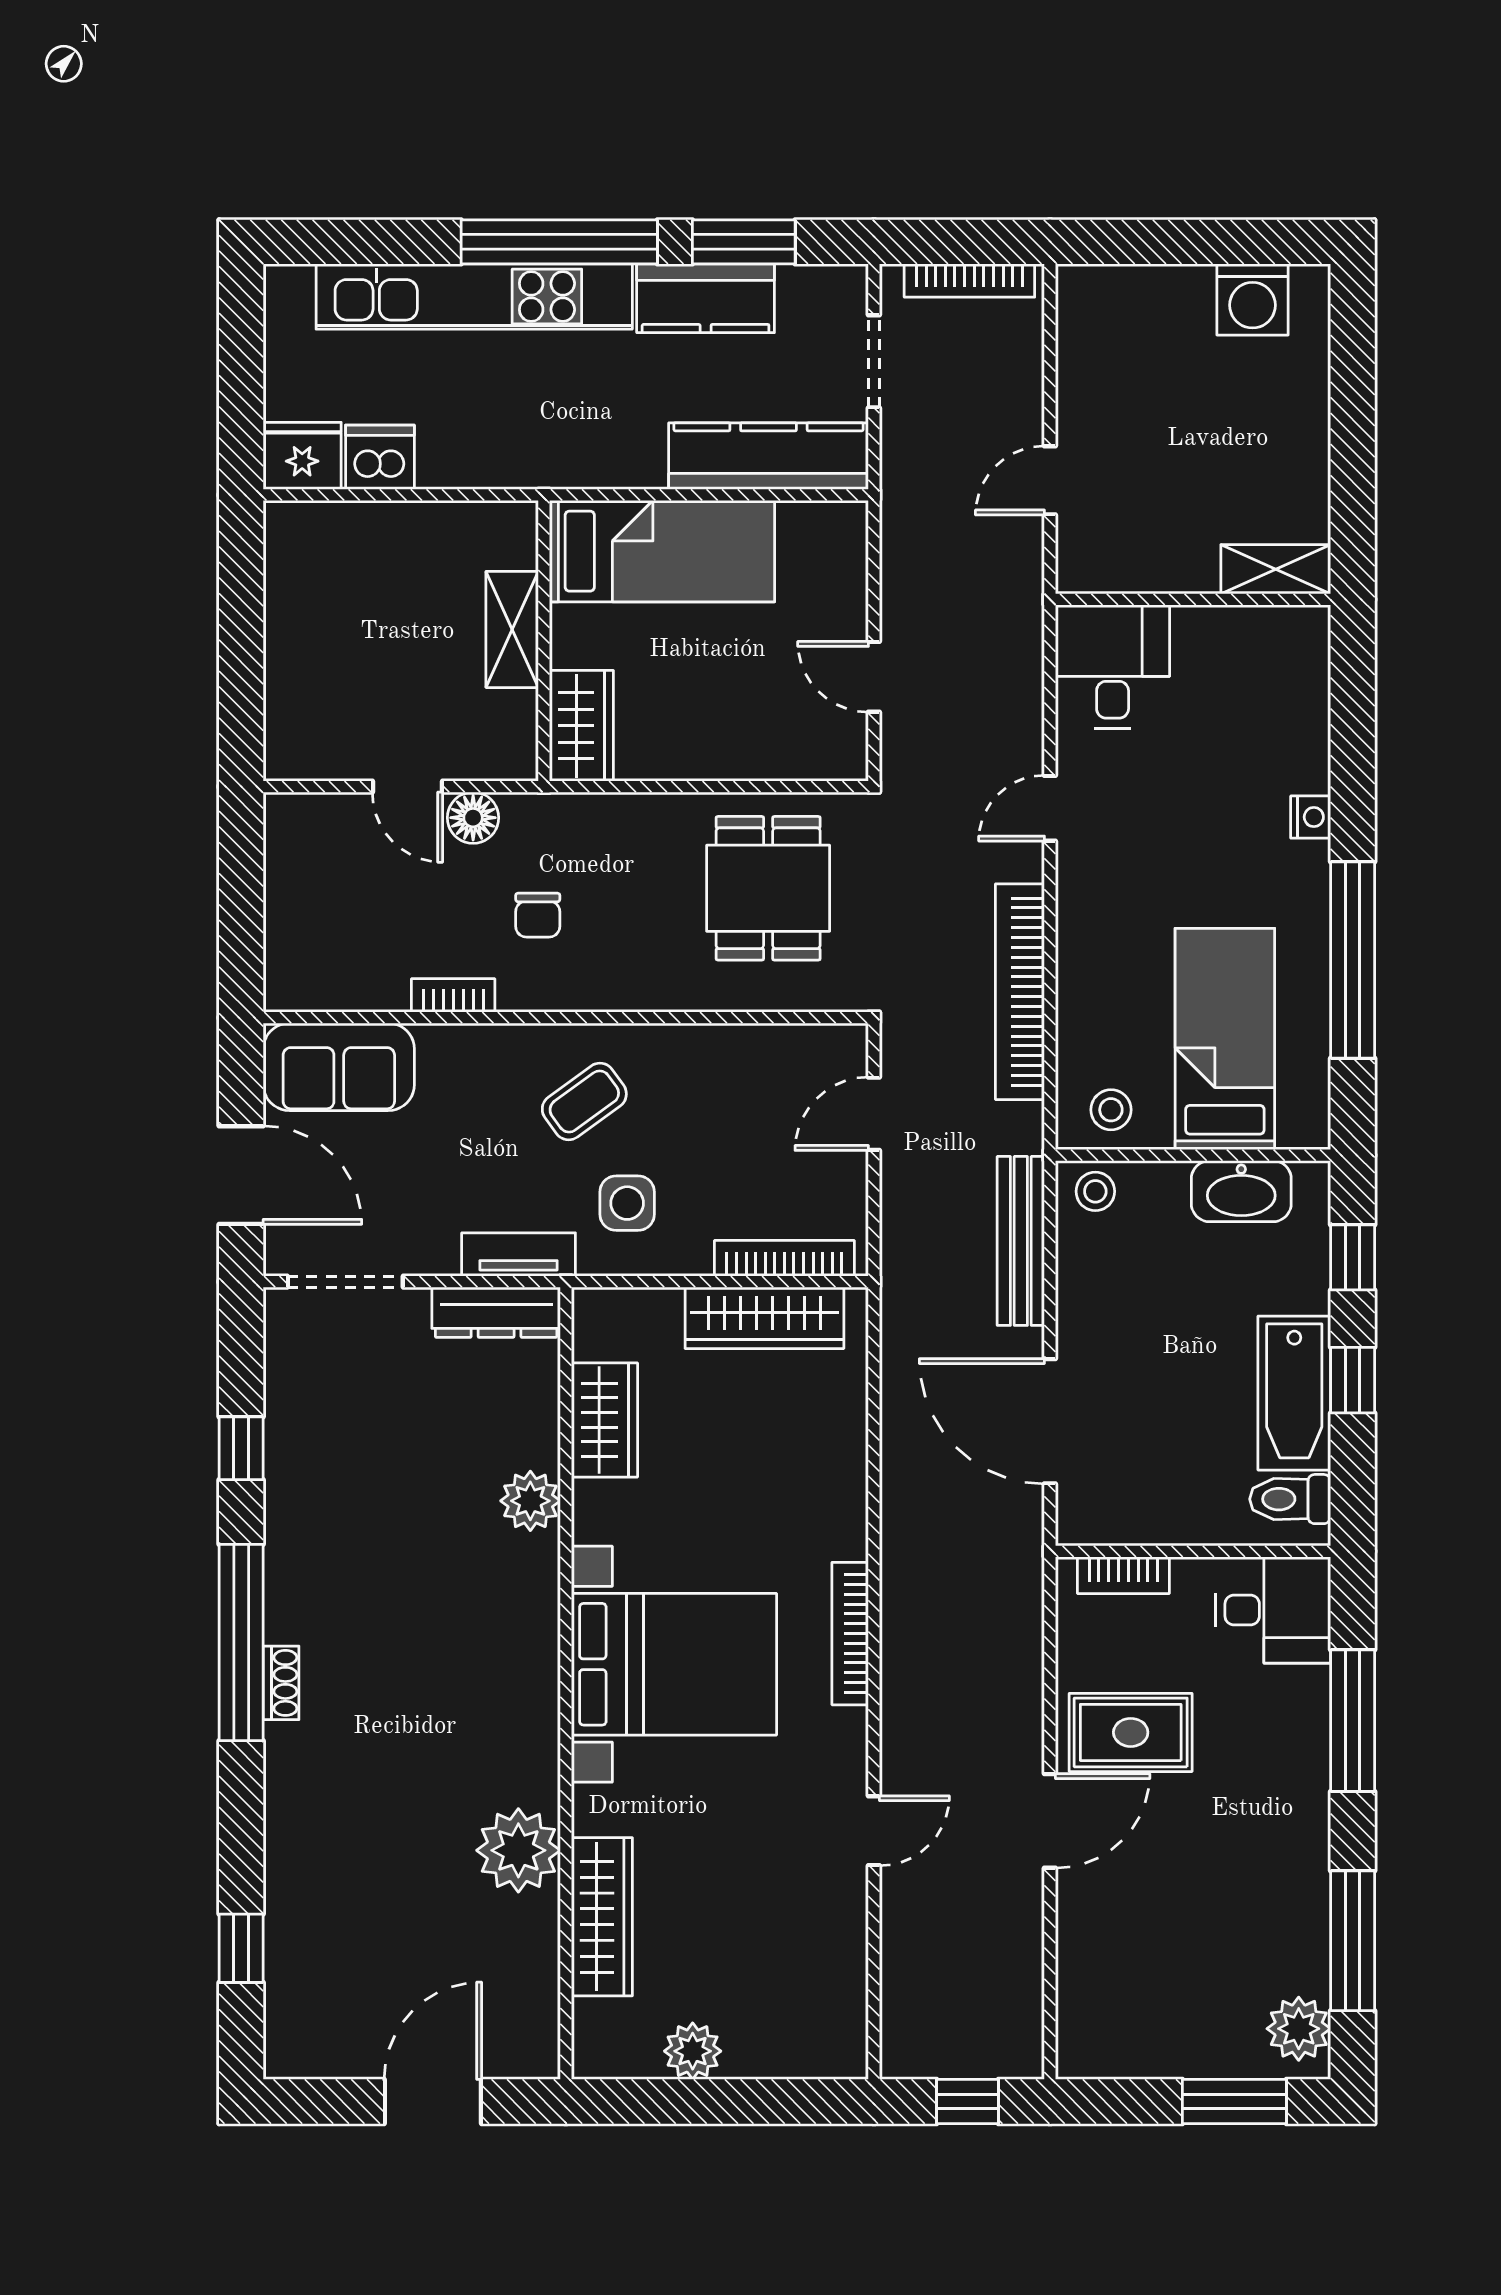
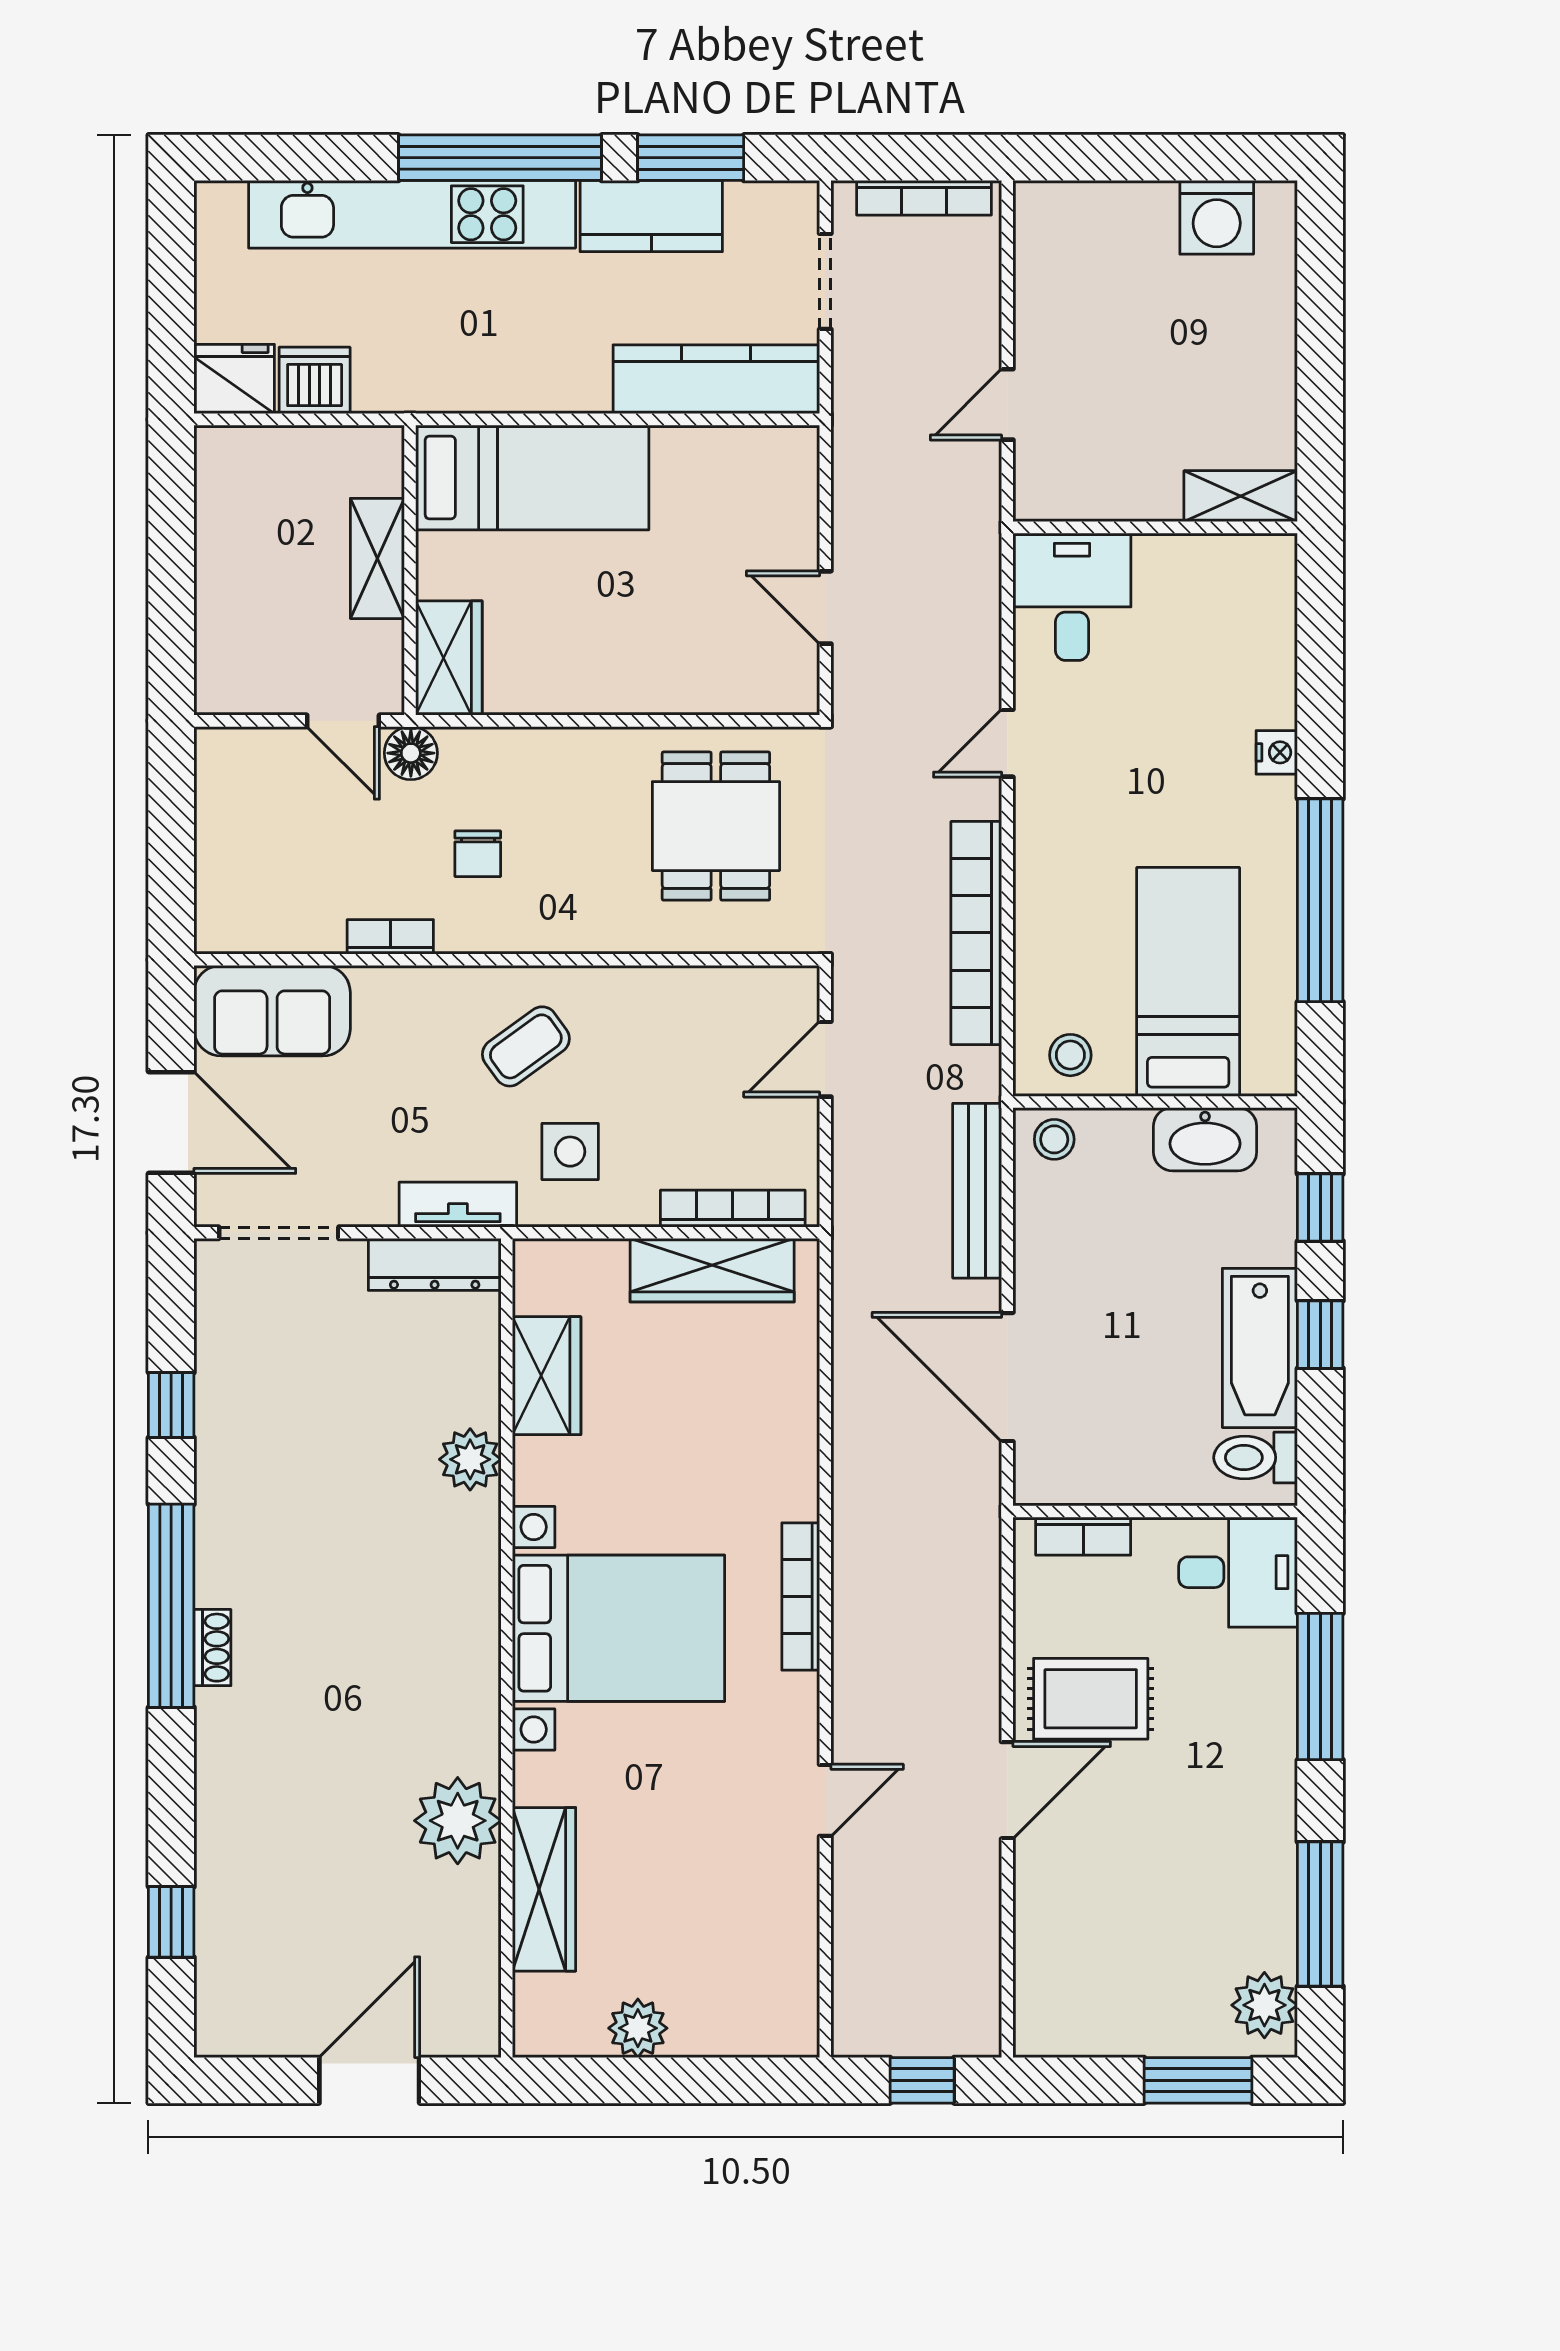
bed: (662, 551) -> (532, 477), moved
shelving: (512, 629) -> (377, 558), moved
wall: (544, 641) -> (410, 570), moved
wardrobe: (581, 726) -> (449, 658), moved

